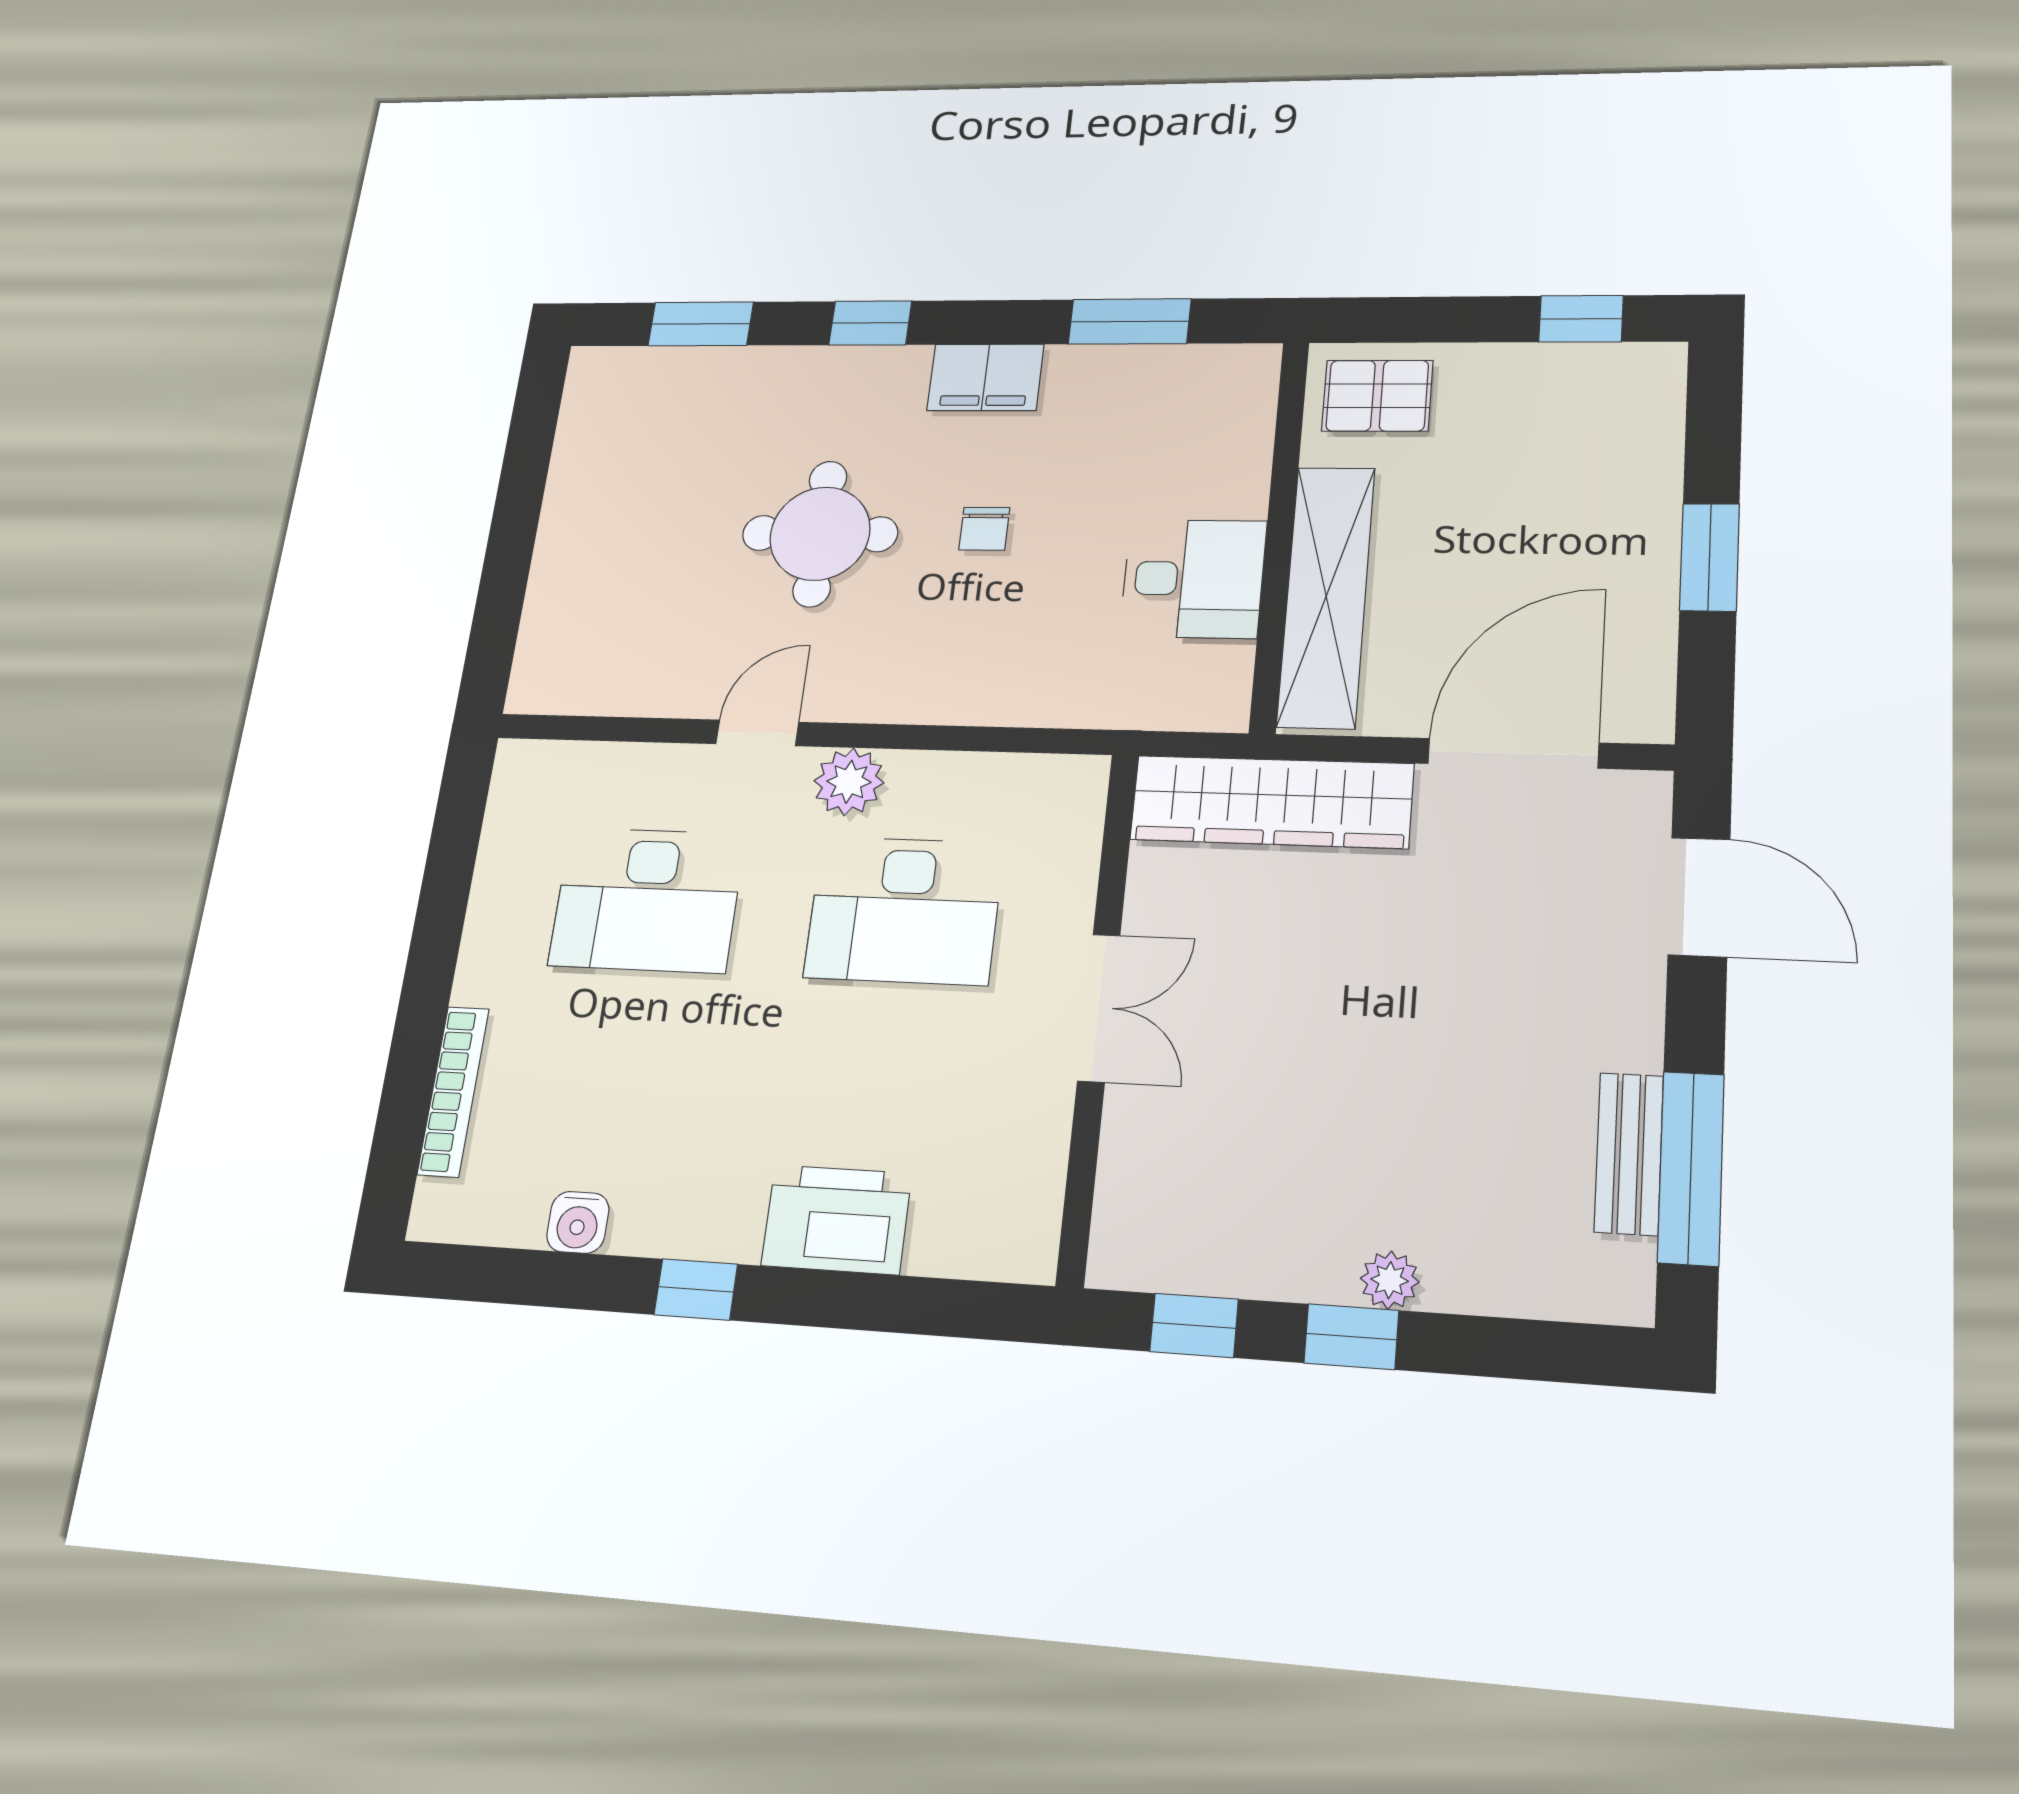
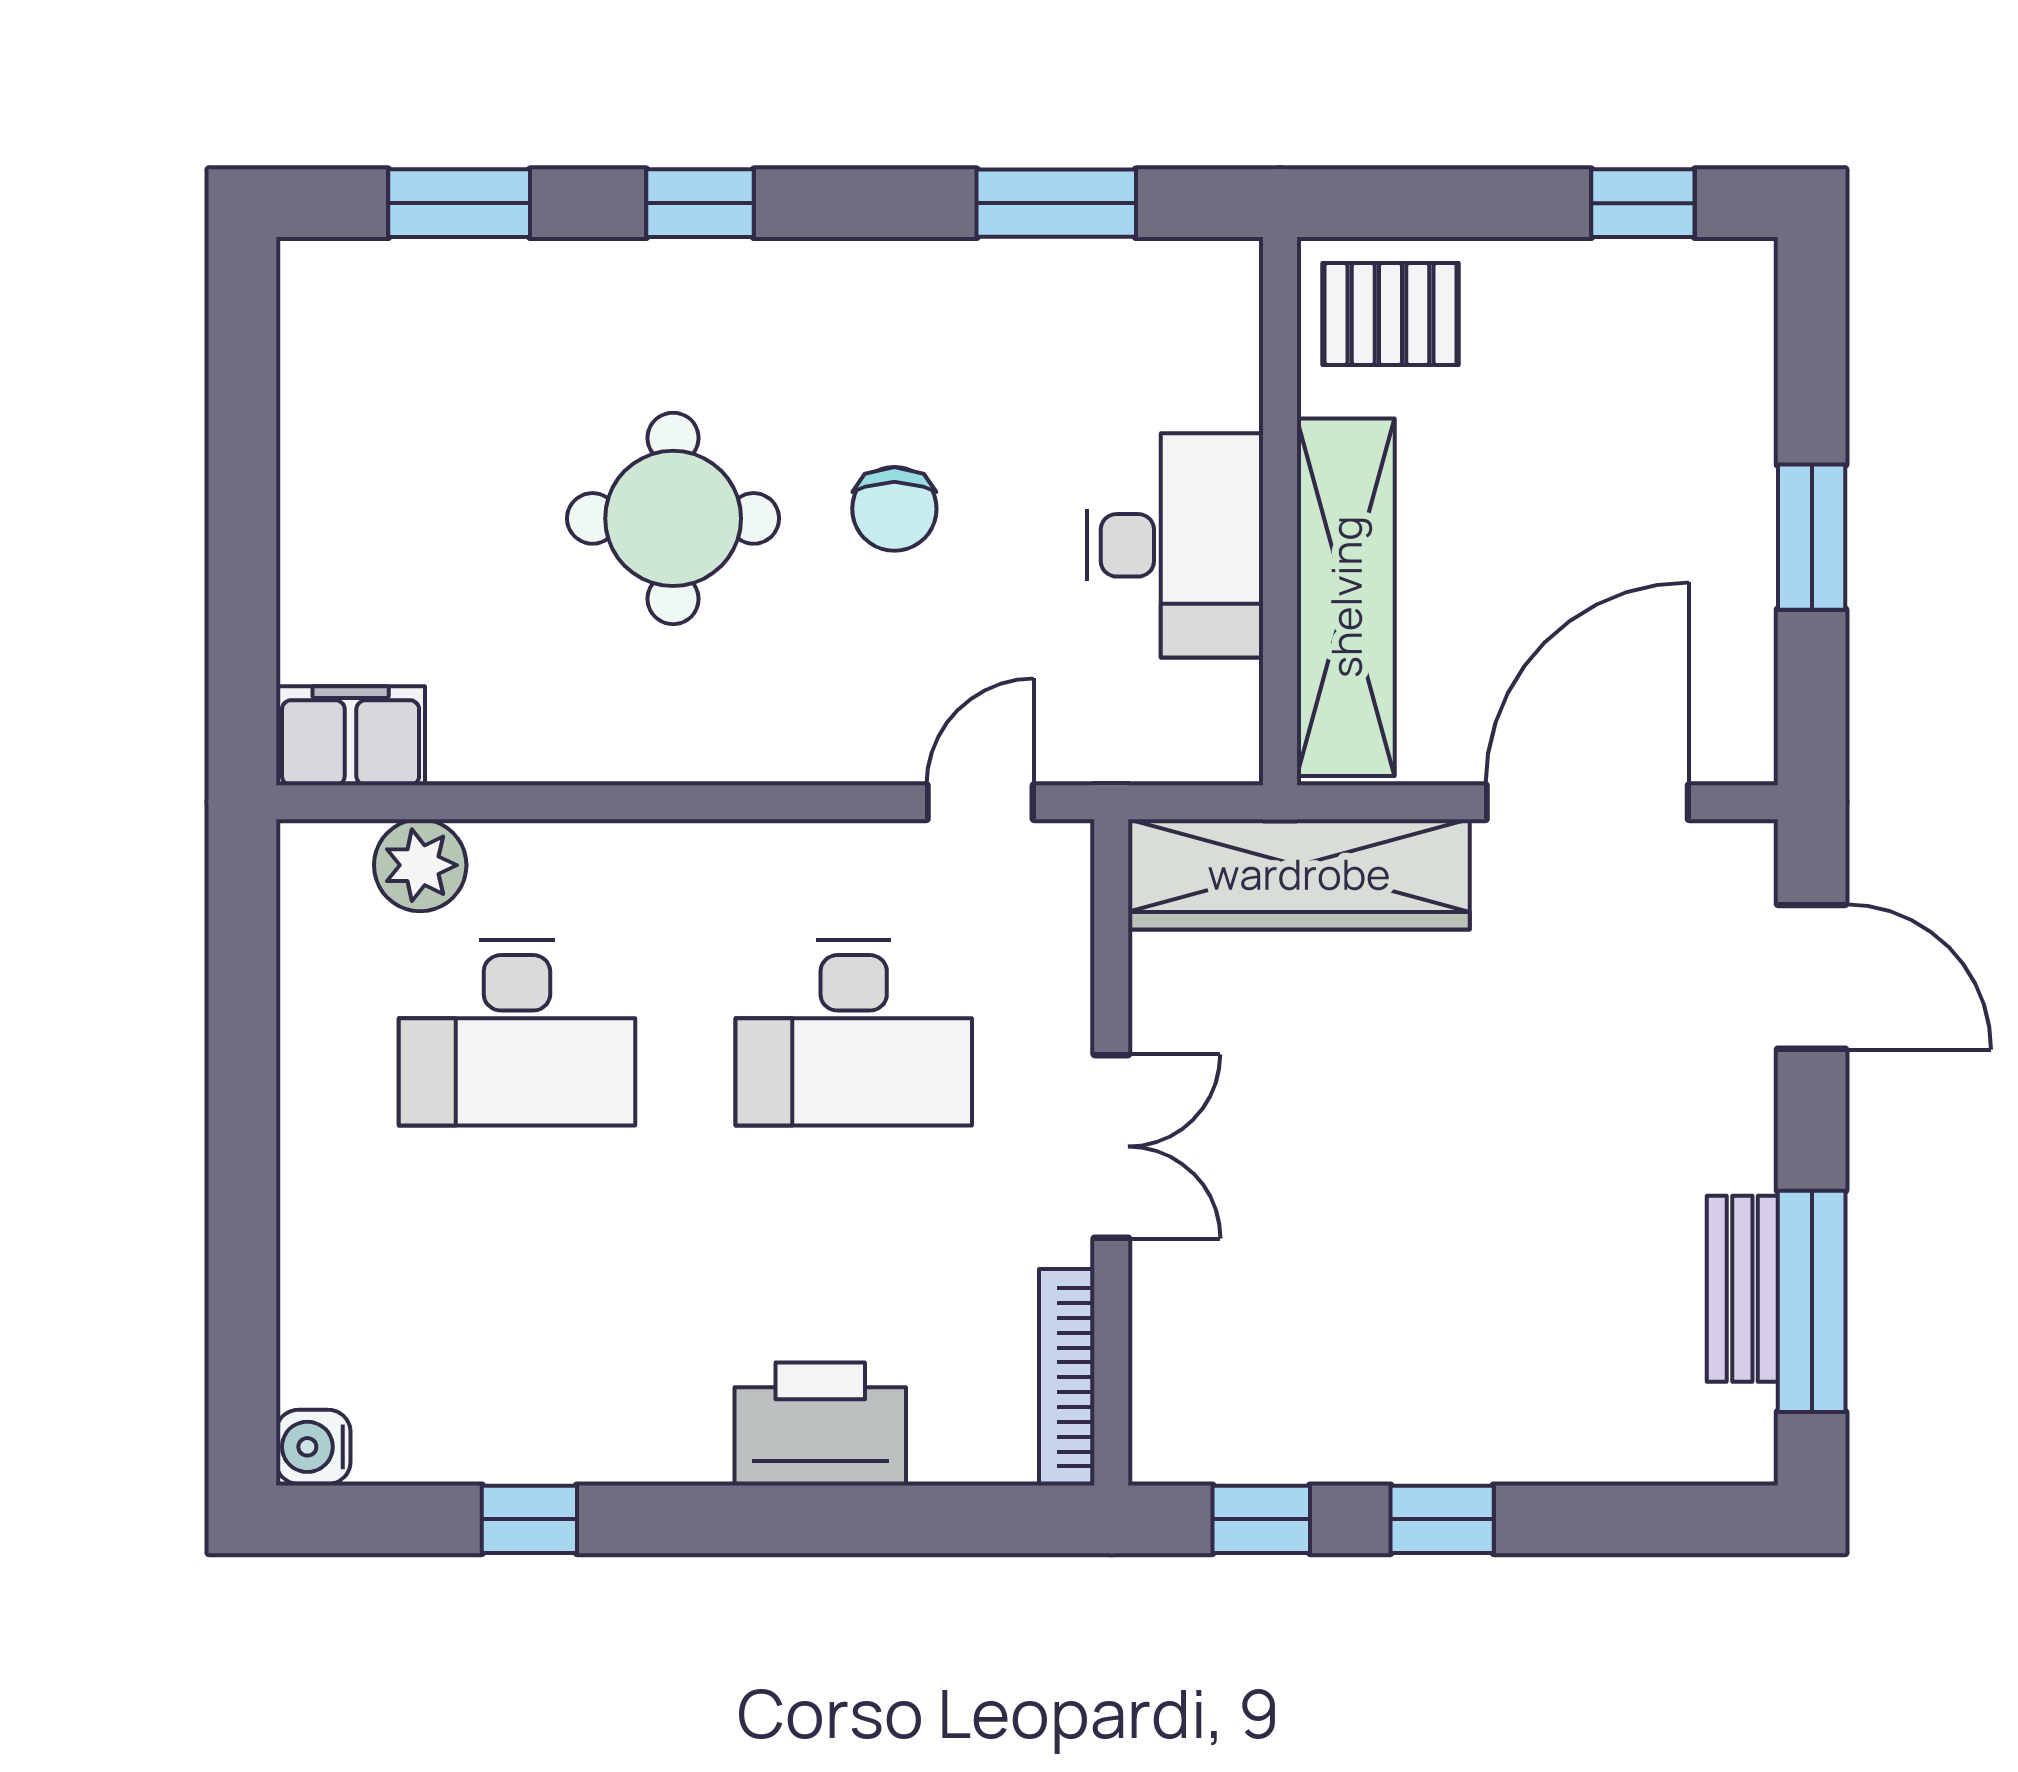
filing cabinet: (985, 377) -> (351, 736), moved, turned 180
chair: (984, 529) -> (894, 509), width x1.37, depth x1.37
desk: (1193, 579) -> (1175, 545), width x1.37
door: (757, 733) -> (980, 802), moved
plant: (849, 782) -> (420, 865), moved
bookcase: (453, 1091) -> (1067, 1377), moved, turned 180
water cooler: (578, 1222) -> (313, 1447), moved, turned 90
plant: (1390, 1280) -> (1481, 1452), removed
window: (696, 1289) -> (529, 1519), moved

